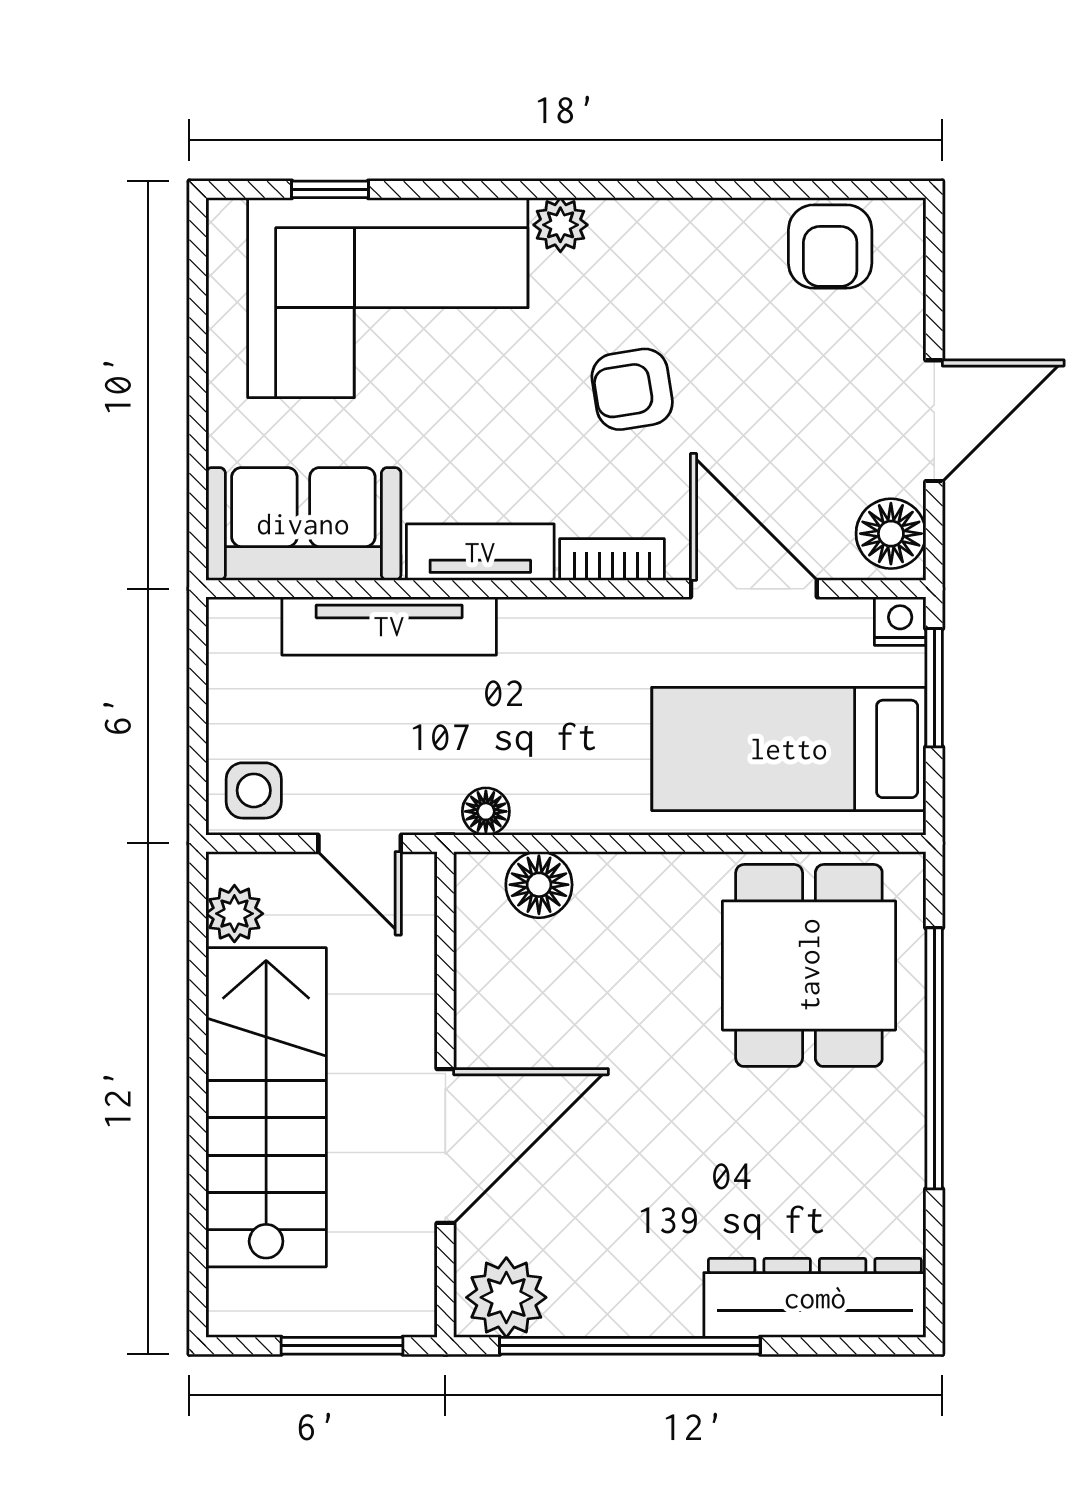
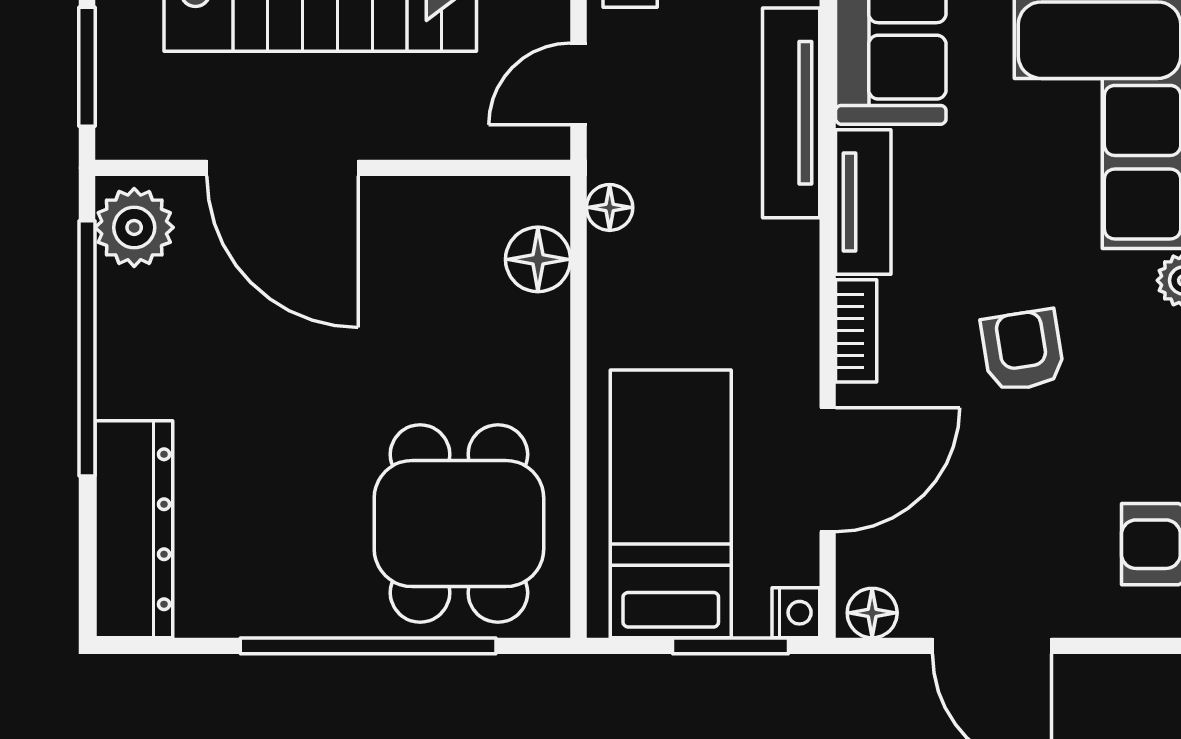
floor lamp: (891, 534) -> (872, 613), width x0.73, depth x0.73
dining table: (809, 965) -> (459, 524), turned 90

